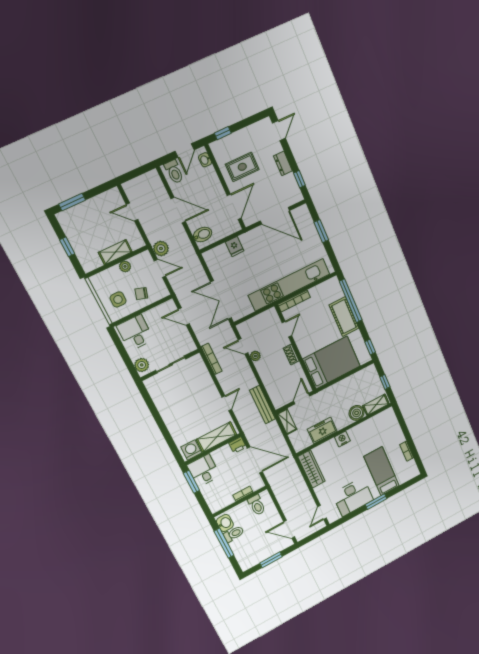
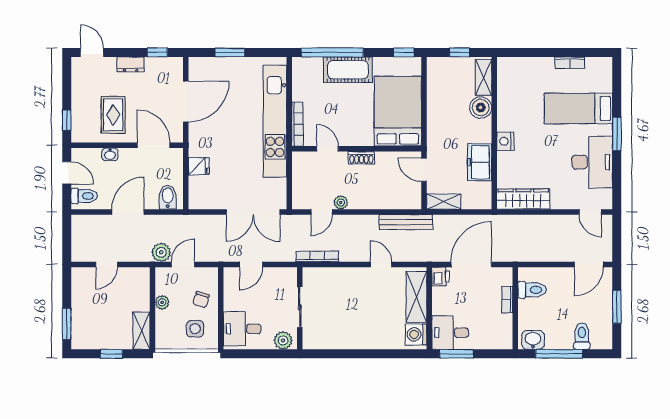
washbasin: (205, 160) -> (110, 154), moved
shelving: (115, 252) -> (141, 331), moved
toilet: (234, 534) -> (582, 336), moved

